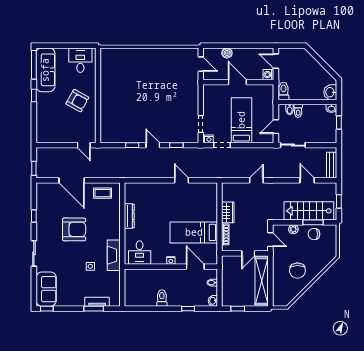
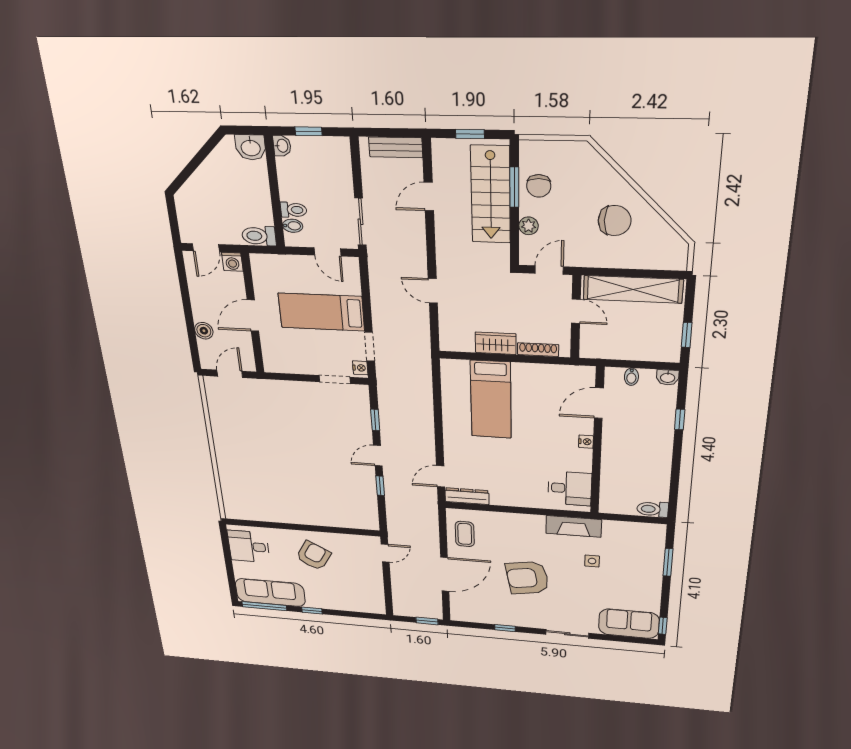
door: (181, 180) -> (441, 476), moved
dresser: (129, 216) -> (467, 496), moved
armchair: (74, 229) -> (527, 578), turned -100
bed: (194, 232) -> (491, 400), moved
toilet: (162, 298) -> (653, 509), moved
tv unit: (97, 302) -> (656, 557), removed

